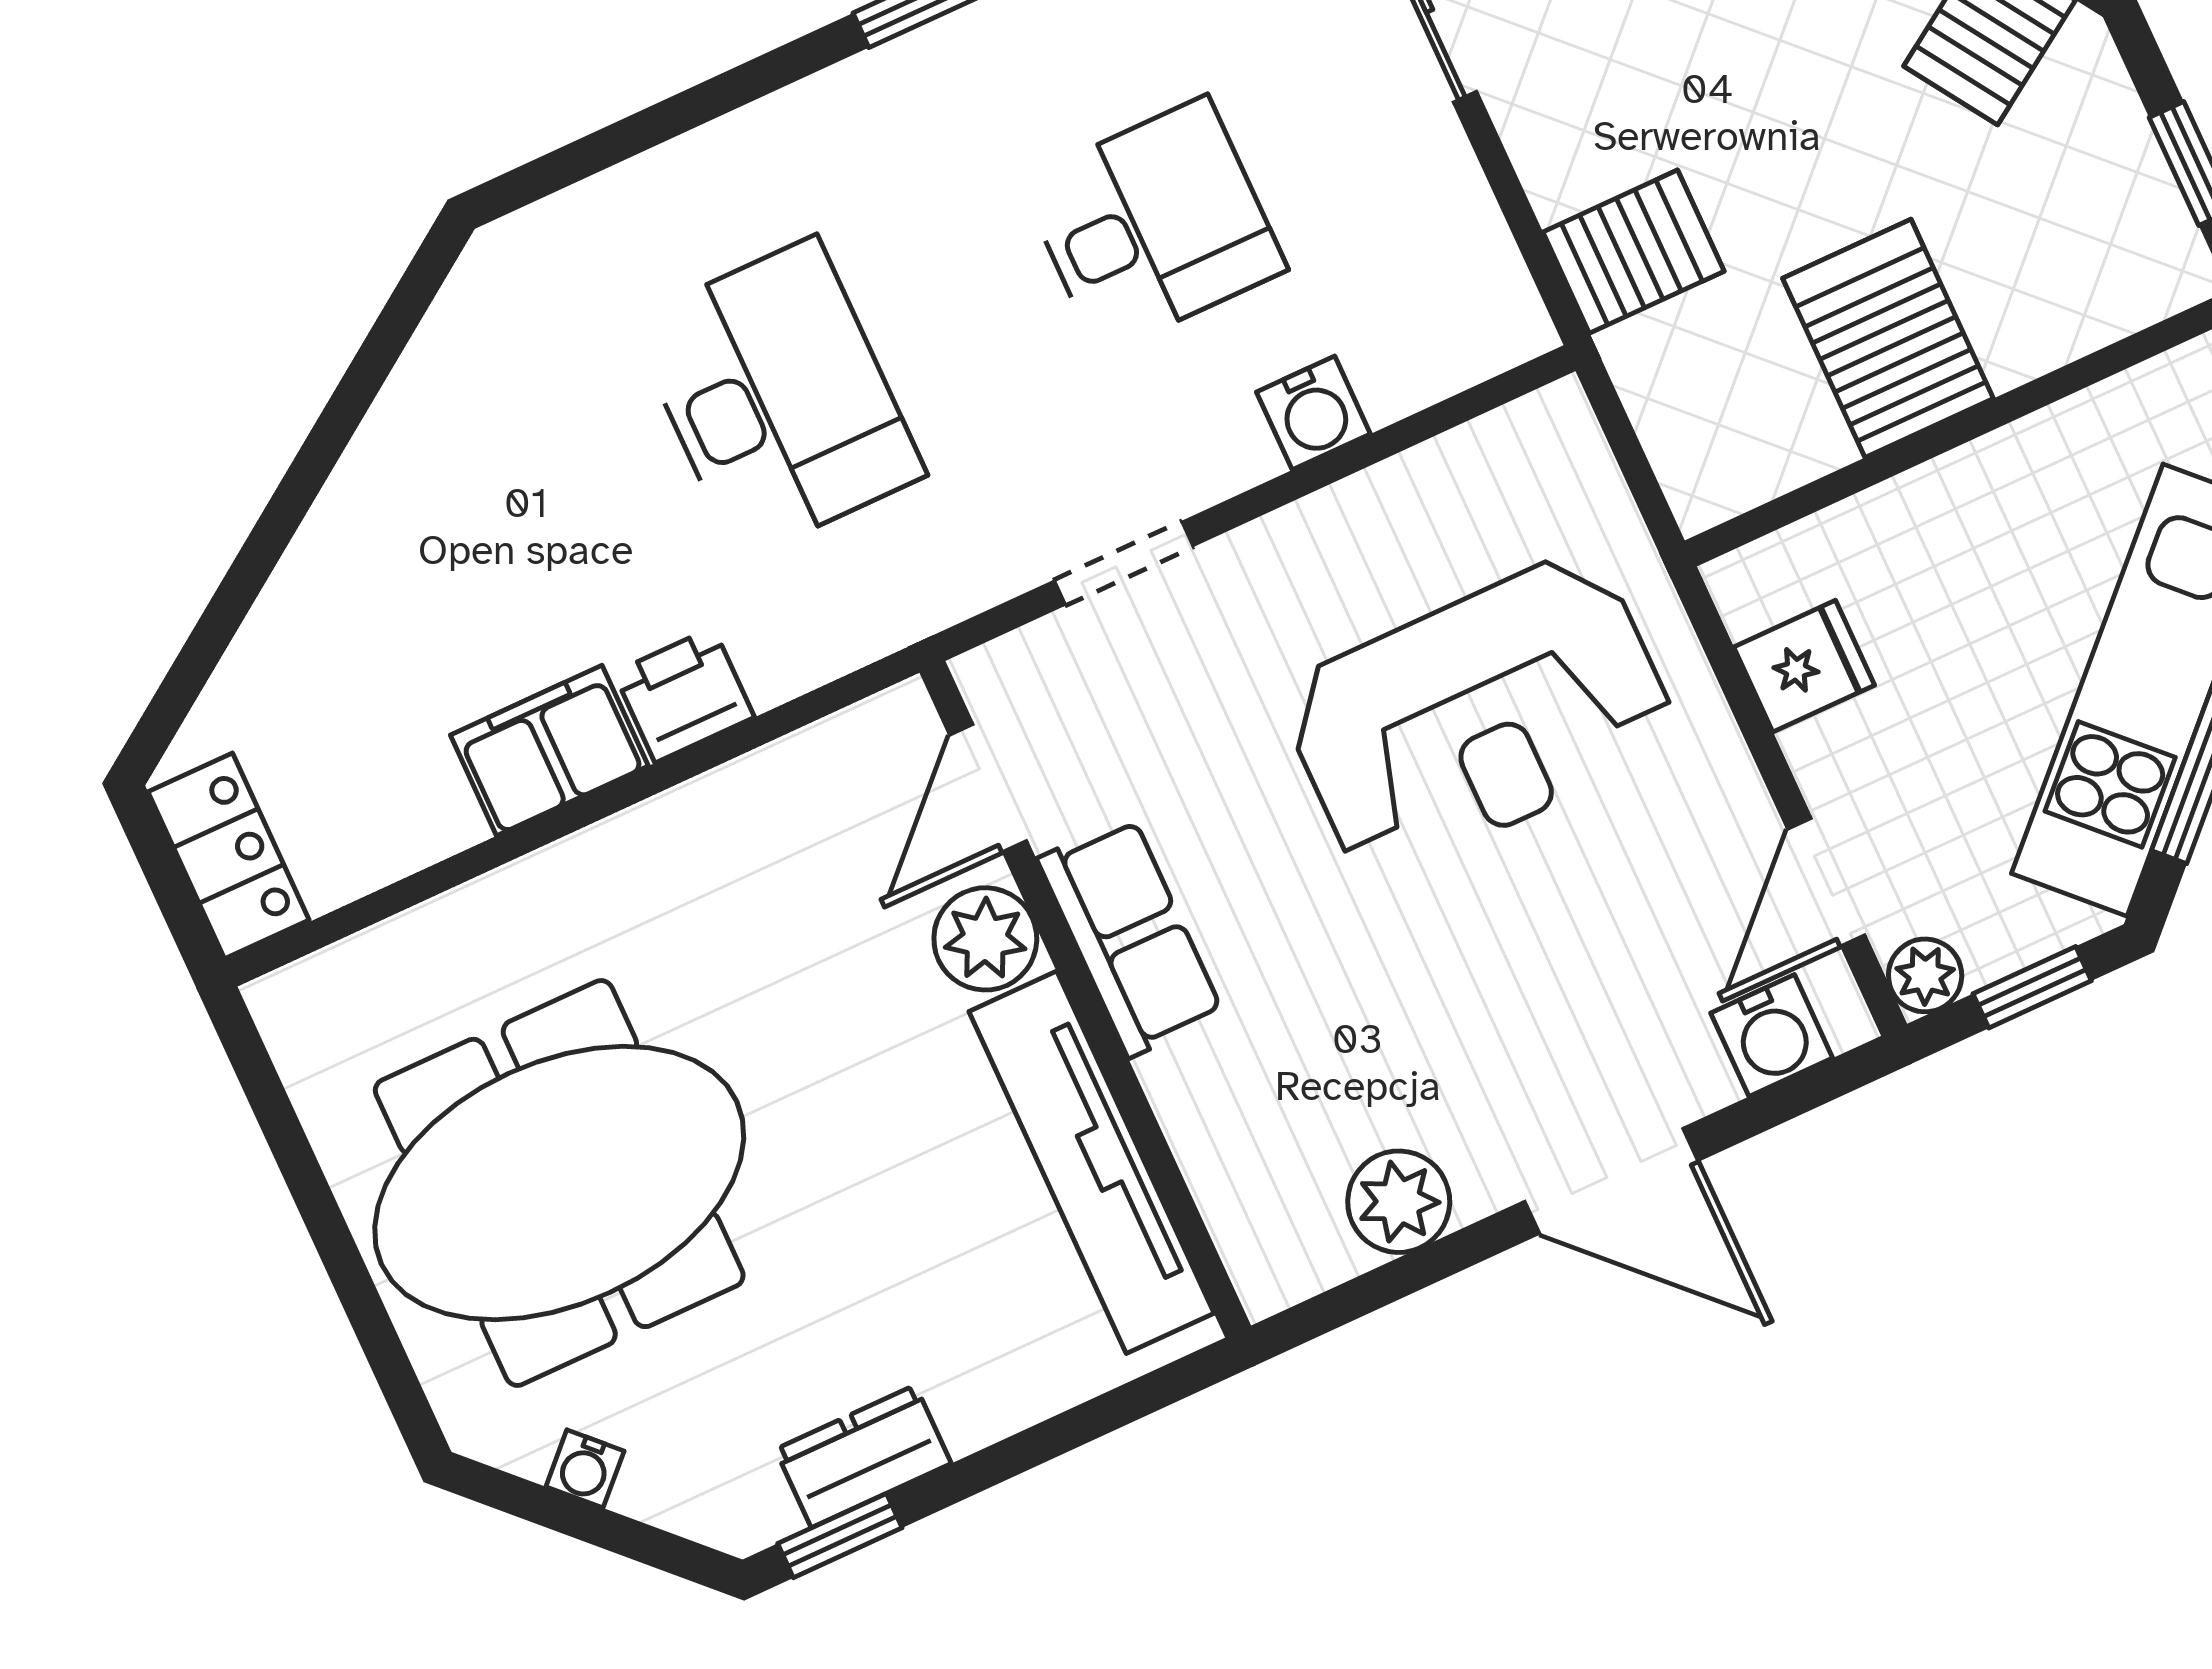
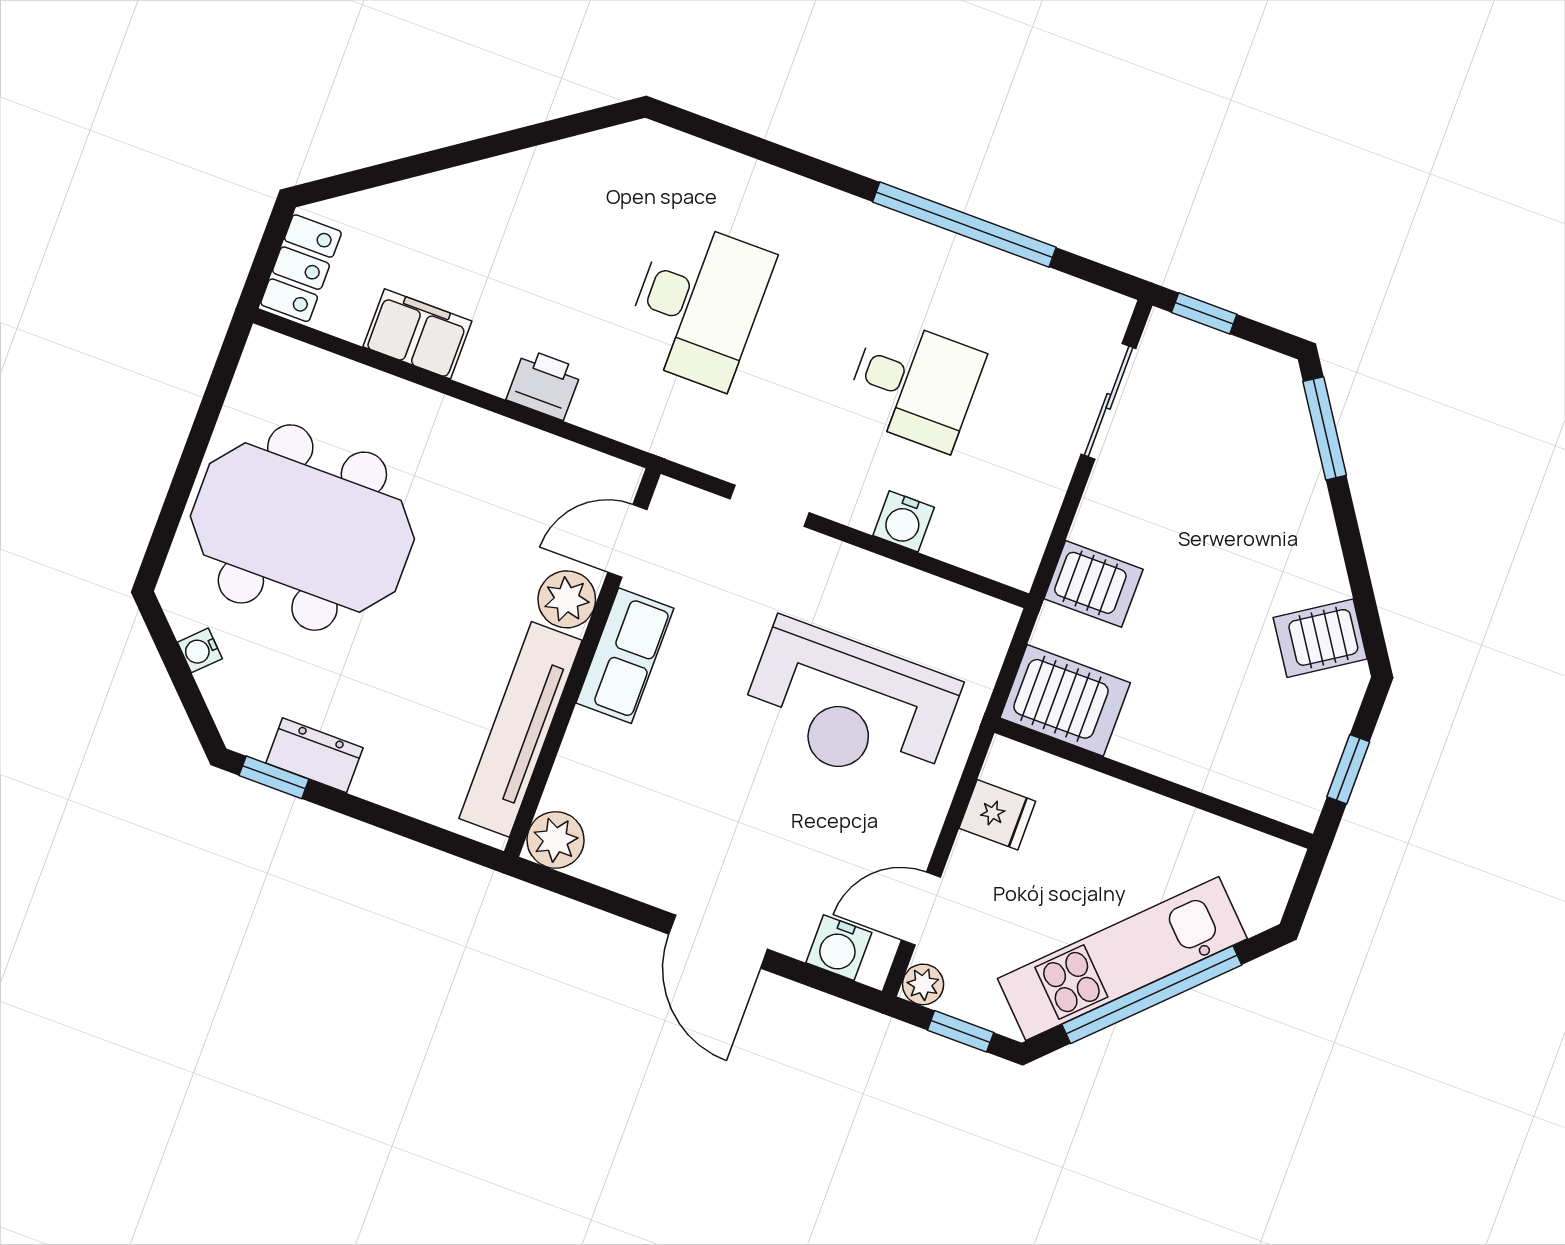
server rack: (1888, 338) -> (1065, 700), moved, turned 90
filing cabinet: (549, 751) -> (417, 334), moved
plant: (1399, 1202) -> (555, 840), moved

